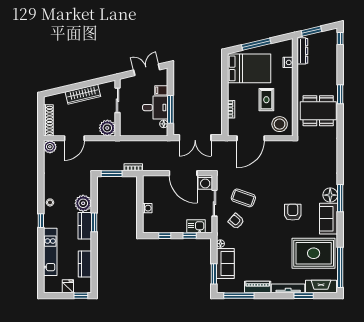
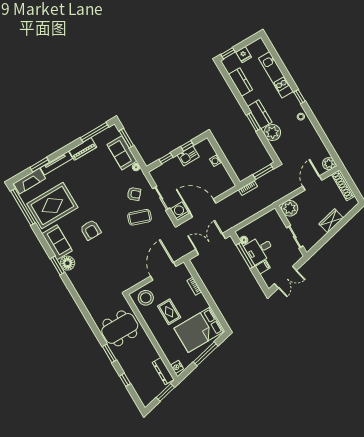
window: (340, 39) -> (125, 380), moved
nightstand: (288, 62) -> (177, 367), moved
wardrobe: (83, 94) -> (331, 221), width x0.67
window: (340, 198) -> (57, 266), width x0.69
kitchen sink: (196, 226) -> (188, 156), moved

